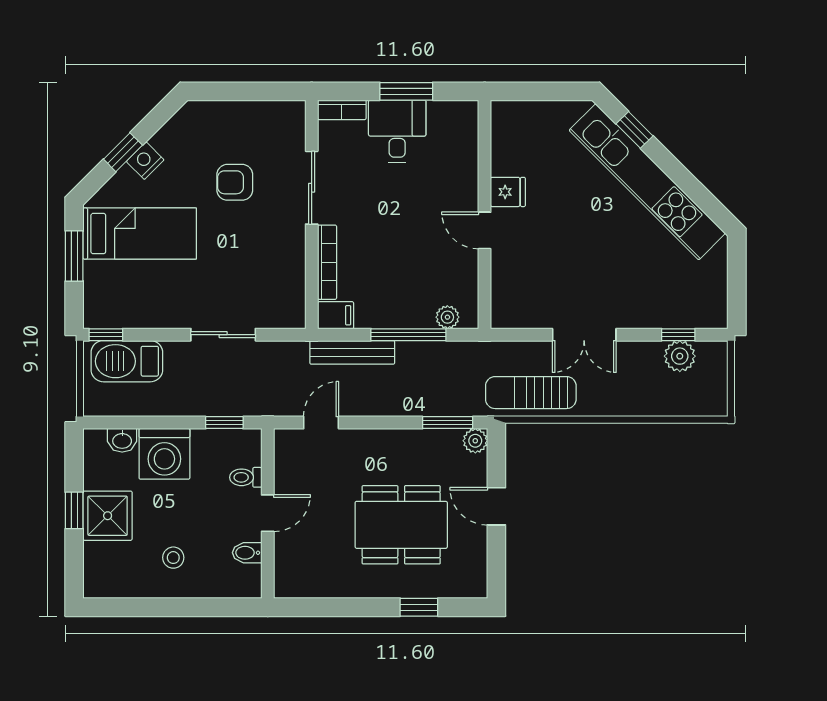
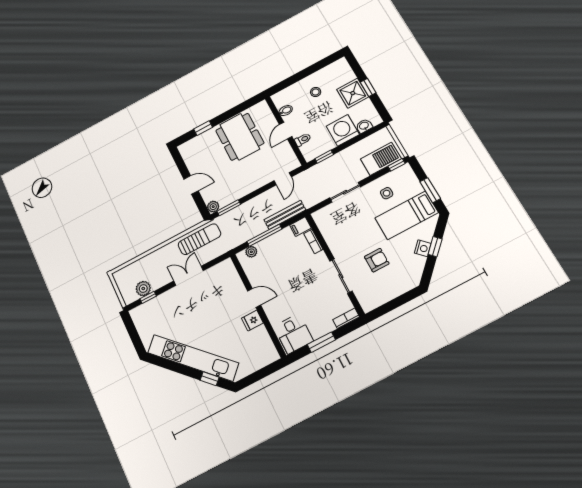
desk: (397, 131) -> (294, 334), moved
bookcase: (327, 262) -> (313, 241), width x0.64
side table: (152, 292) -> (387, 193), added
dining table: (401, 525) -> (240, 137), moved, turned 90

